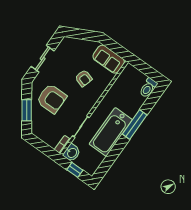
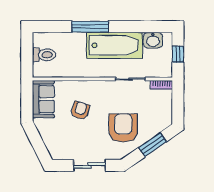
toilet: (148, 88) -> (44, 55), moved
washbasin: (72, 153) -> (153, 40), moved, turned 180

